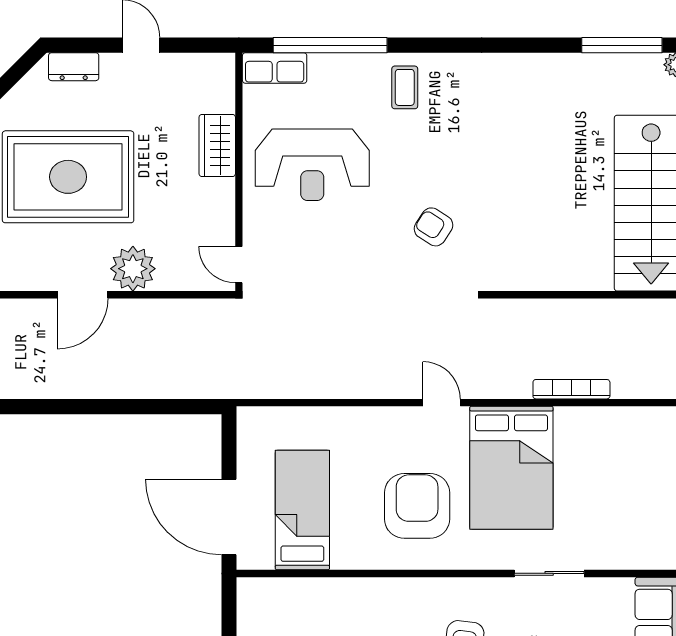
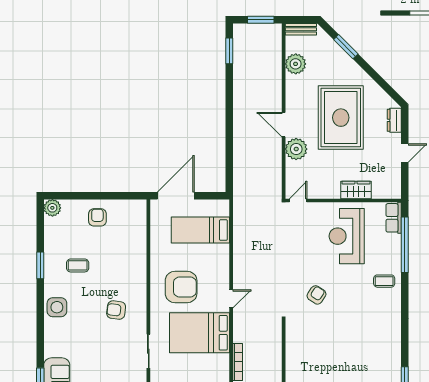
bed: (302, 510) -> (200, 230), moved, turned 180

